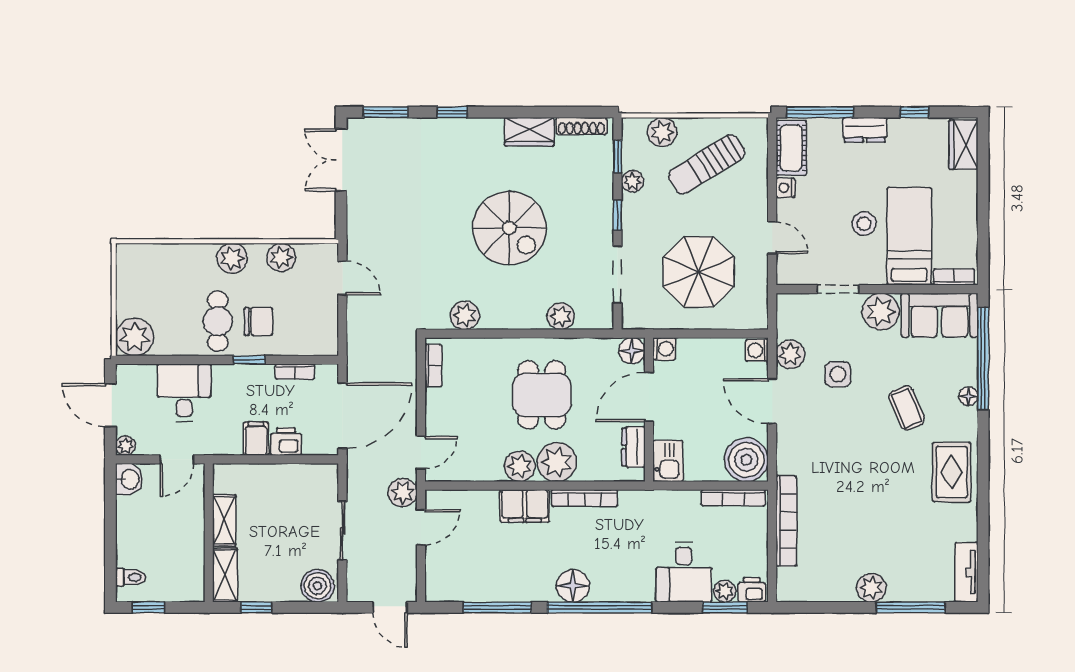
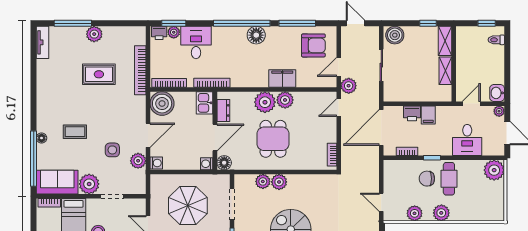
plant: (465, 315) -> (279, 182), moved
door: (772, 401) -> (148, 135), hinge flipped
coffee table: (907, 408) -> (75, 132), turned -68
rug: (952, 472) -> (99, 74), moved, turned 90
bookcase: (585, 498) -> (212, 83), moved
armchair: (467, 567) -> (313, 45), added

